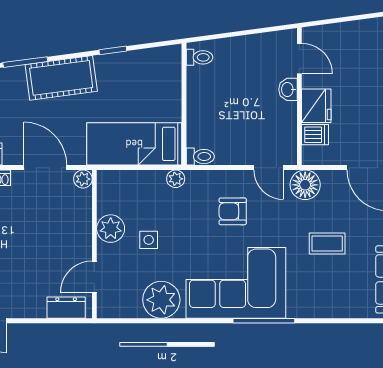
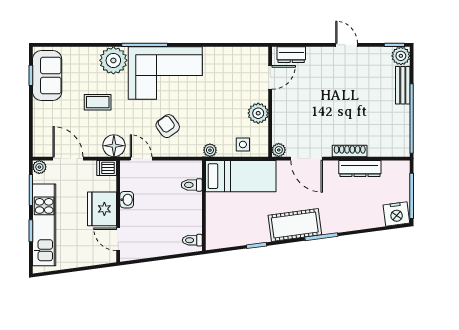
washbasin: (288, 89) -> (127, 200), moved
fridge: (316, 106) -> (102, 209), width x1.36, depth x1.34
dishwasher: (315, 135) -> (107, 168), moved
toilet: (200, 157) -> (192, 185), moved
armchair: (233, 211) -> (168, 126), turned -126
side table: (149, 240) -> (243, 144), moved
plant: (161, 300) -> (113, 60), moved

